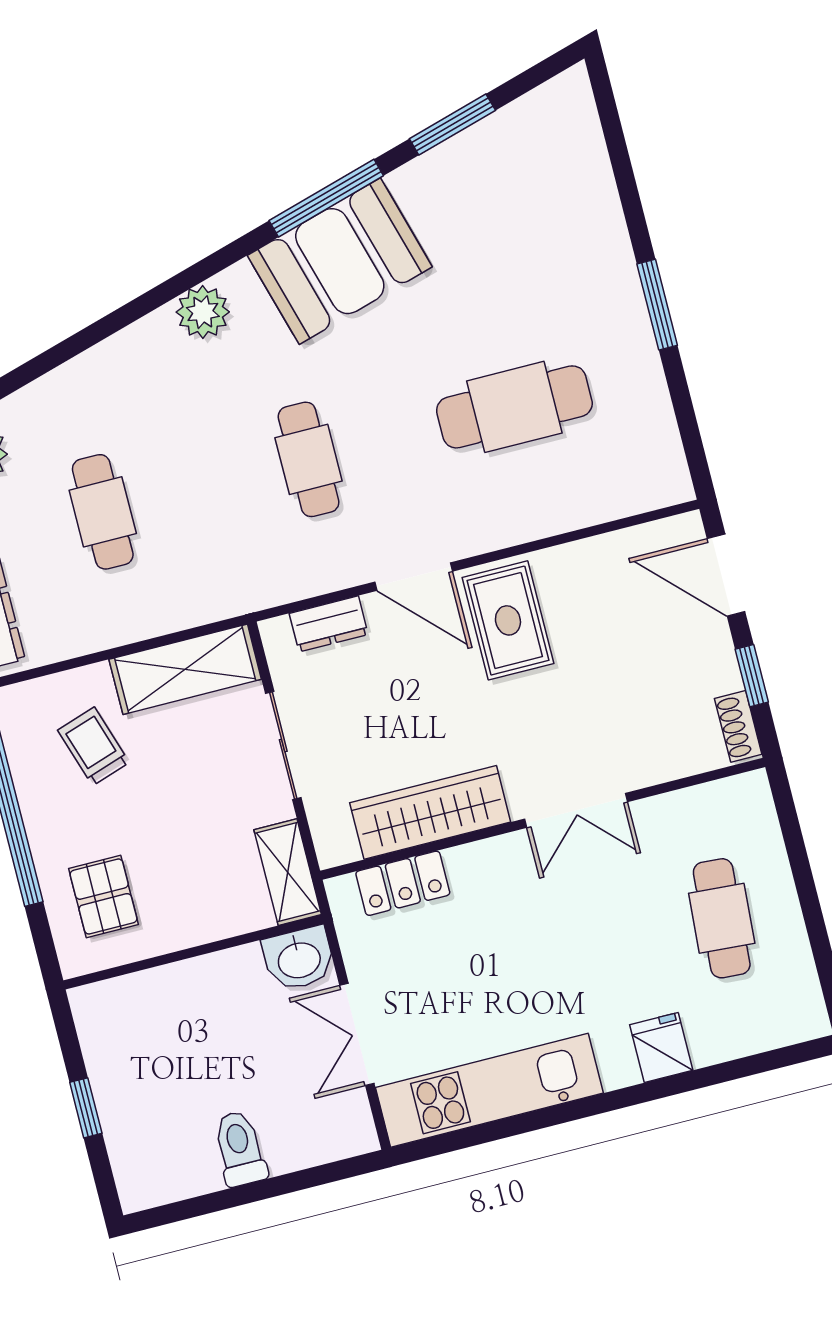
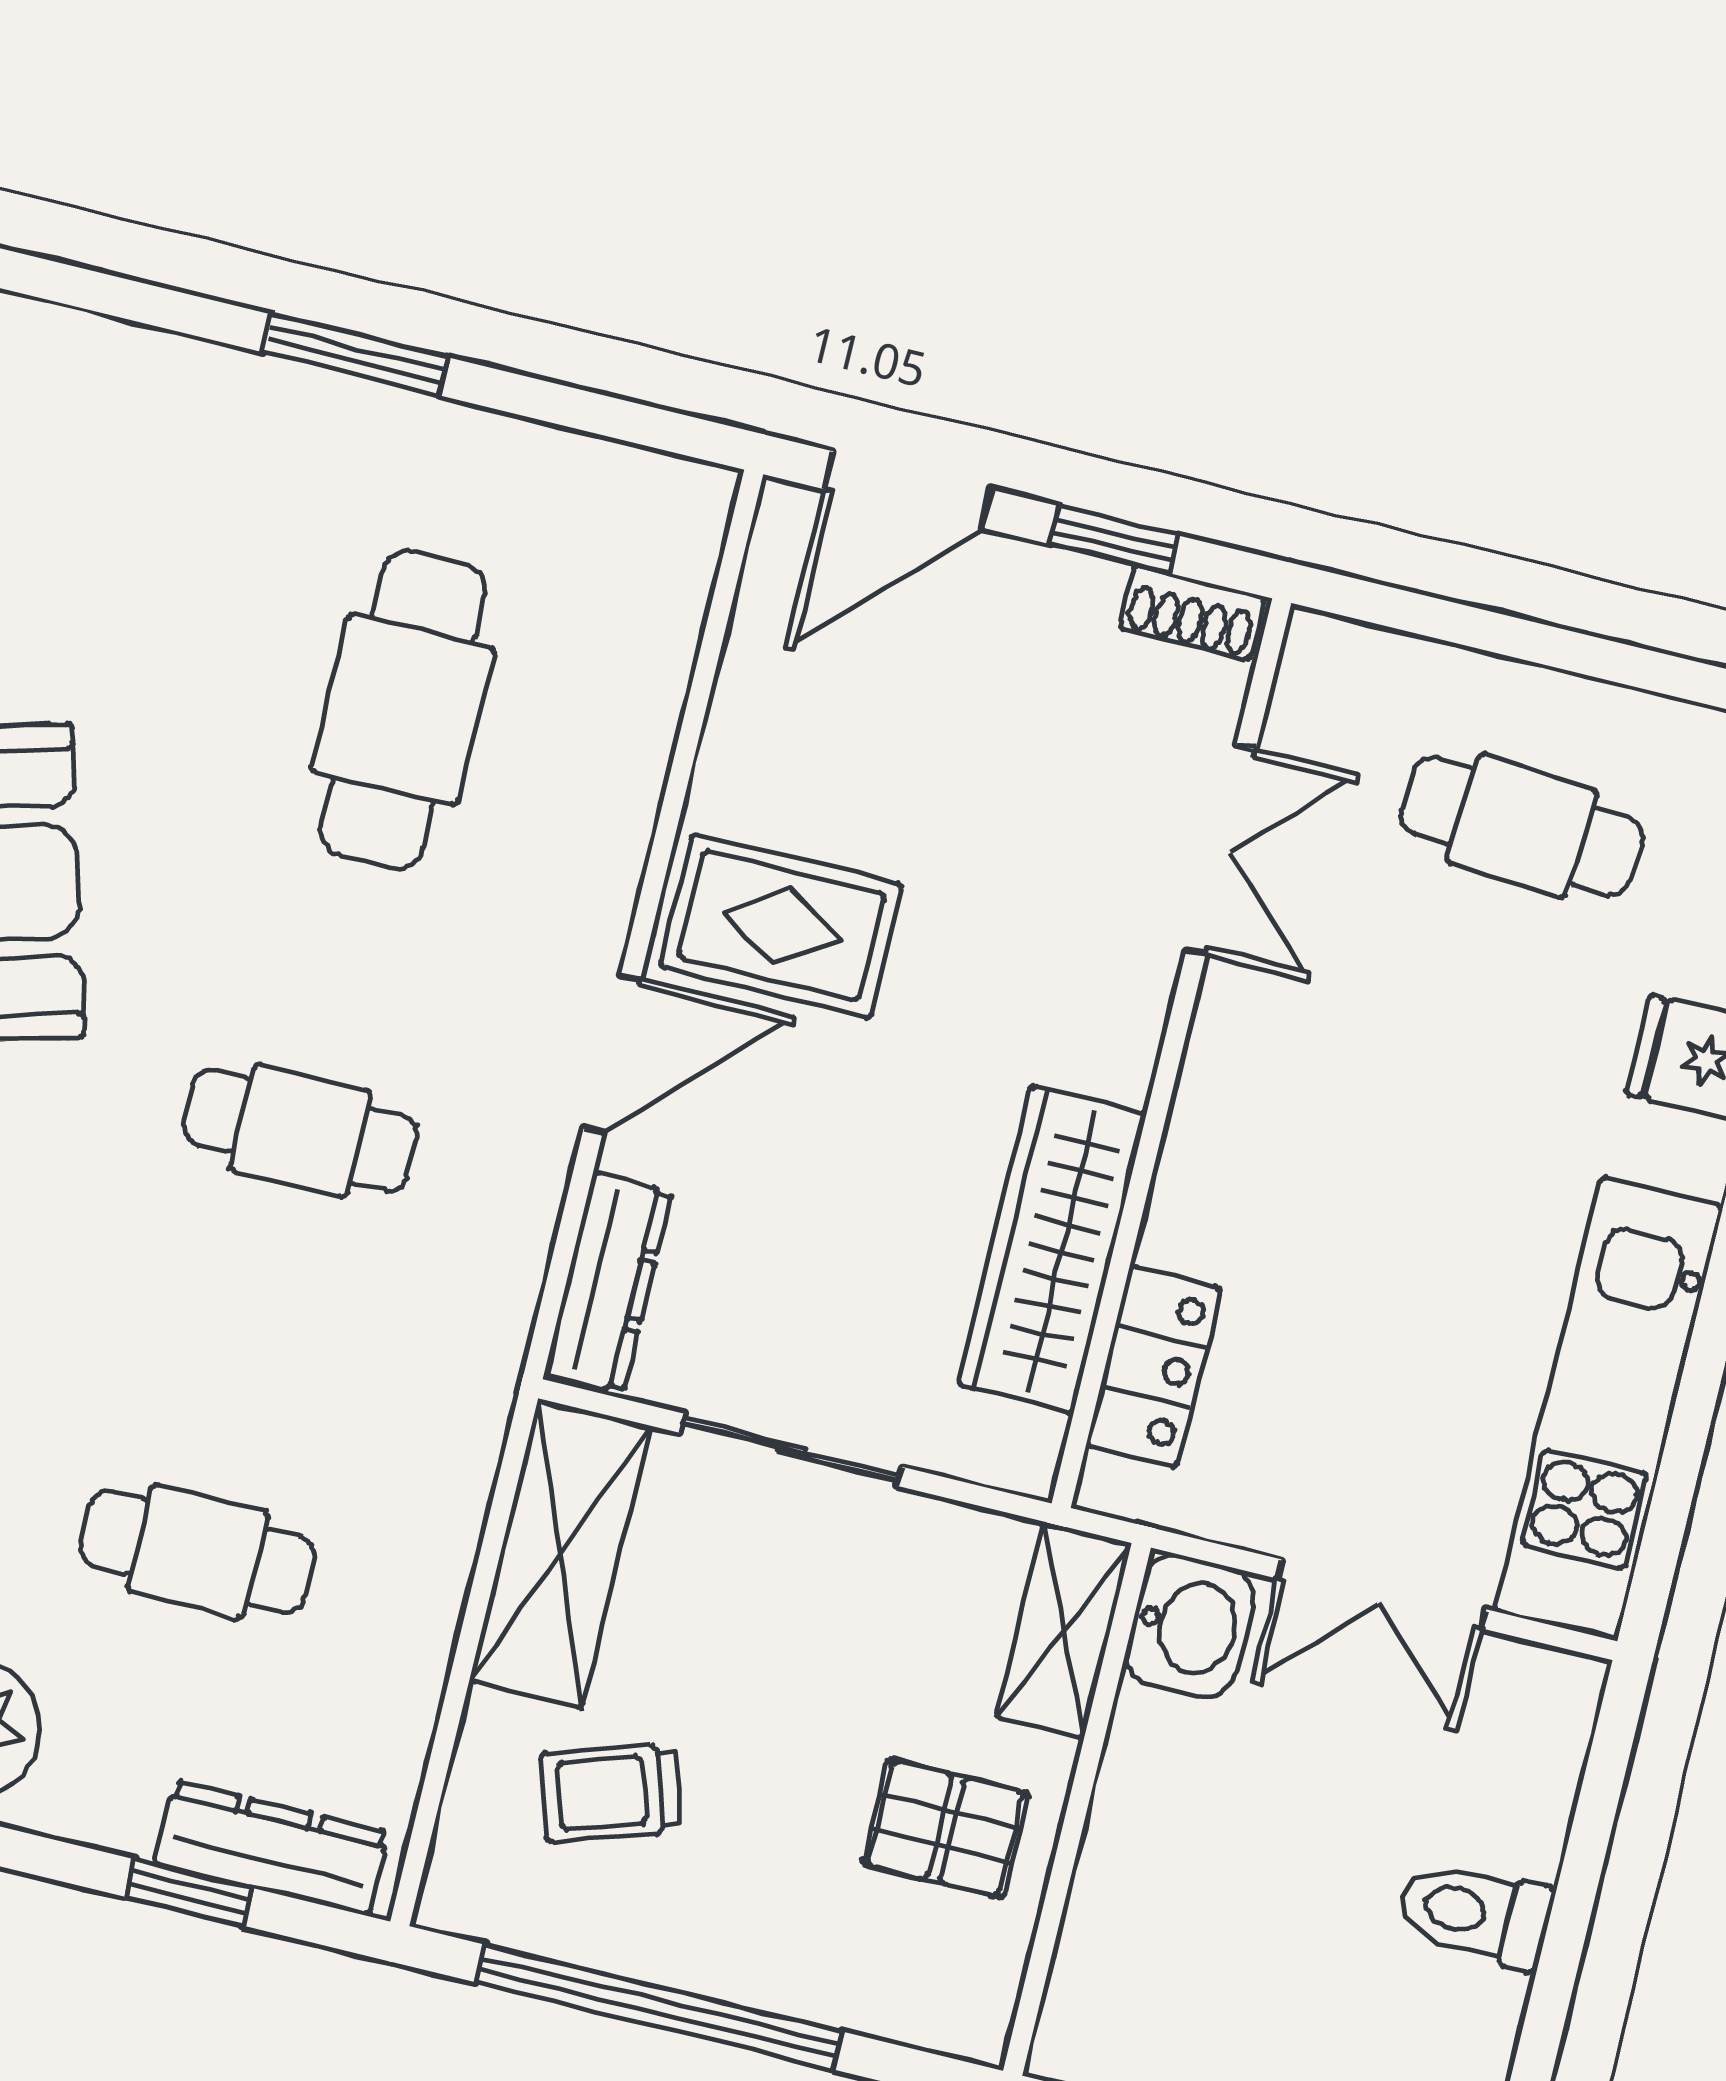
dresser: (329, 624) -> (608, 1283), width x1.44
double door: (576, 810) -> (1221, 850), moved
shelving: (288, 872) -> (1064, 1630), moved, turned 90
pallet: (104, 896) -> (945, 1828), moved

